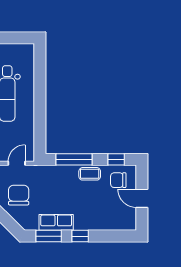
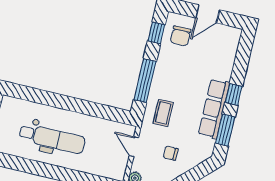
coffee table: (90, 174) -> (163, 113), moved
chair: (19, 195) -> (171, 153), width x0.54, depth x0.54
row of seats: (56, 222) -> (214, 109), width x1.48

